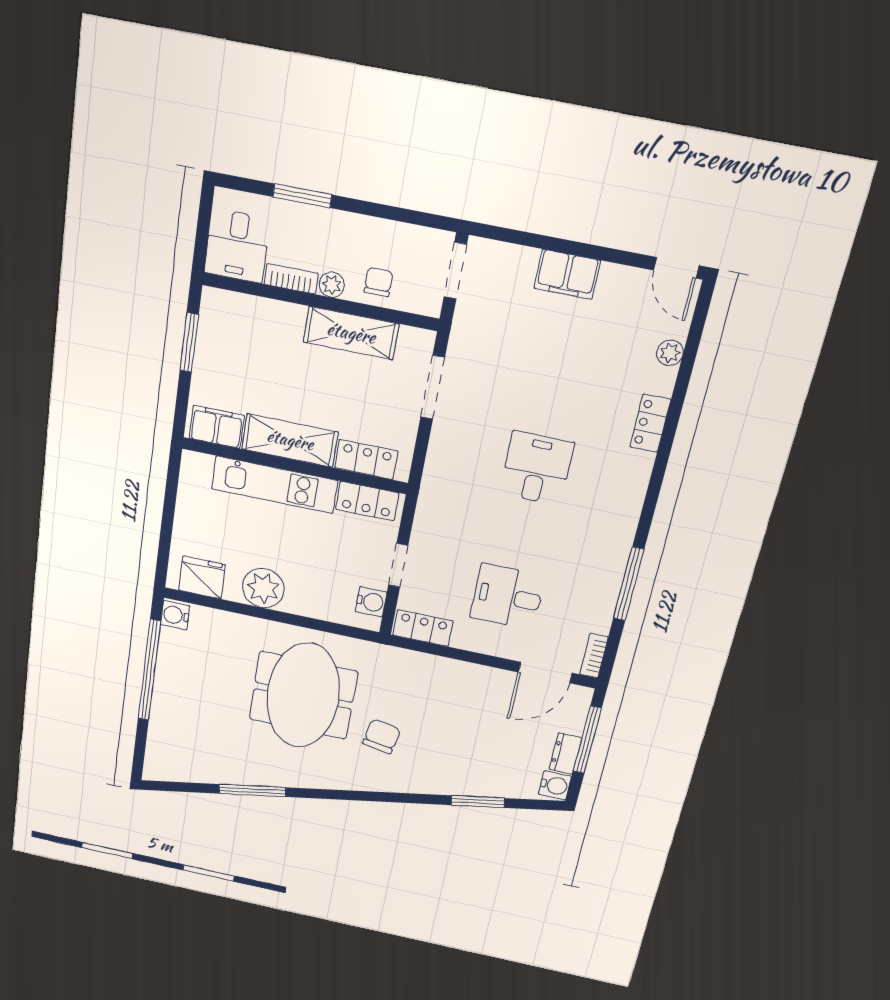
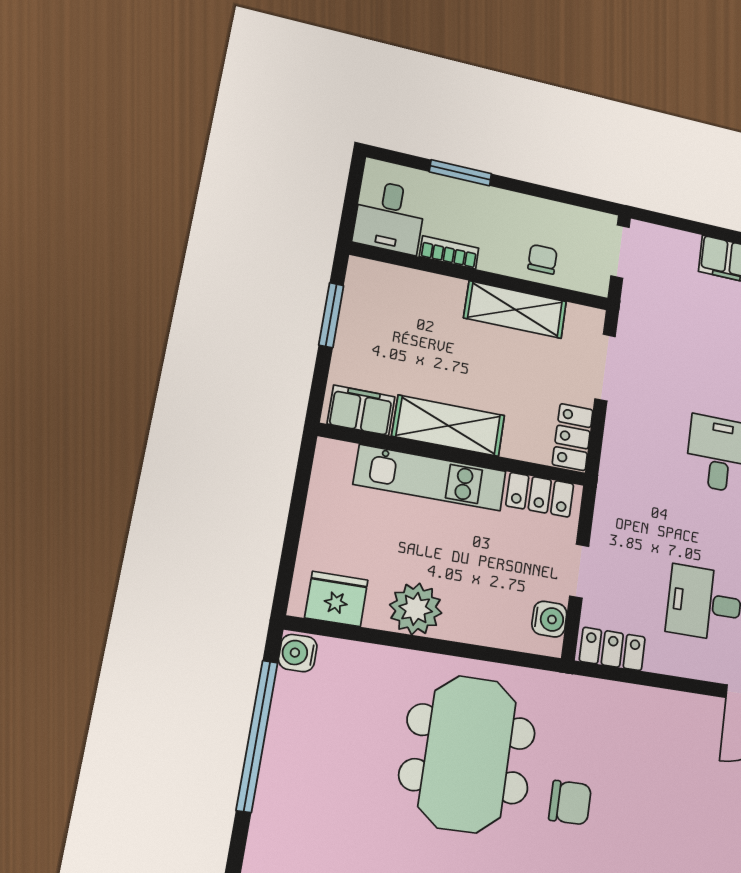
plant: (332, 285) -> (493, 260), removed
locker: (366, 459) -> (573, 437), moved, turned -90
chair: (382, 736) -> (570, 803), turned 80

